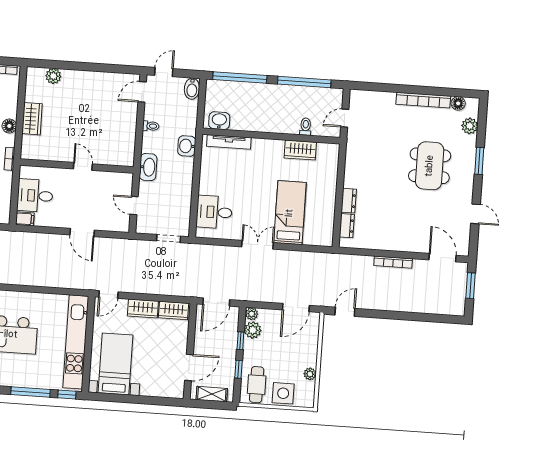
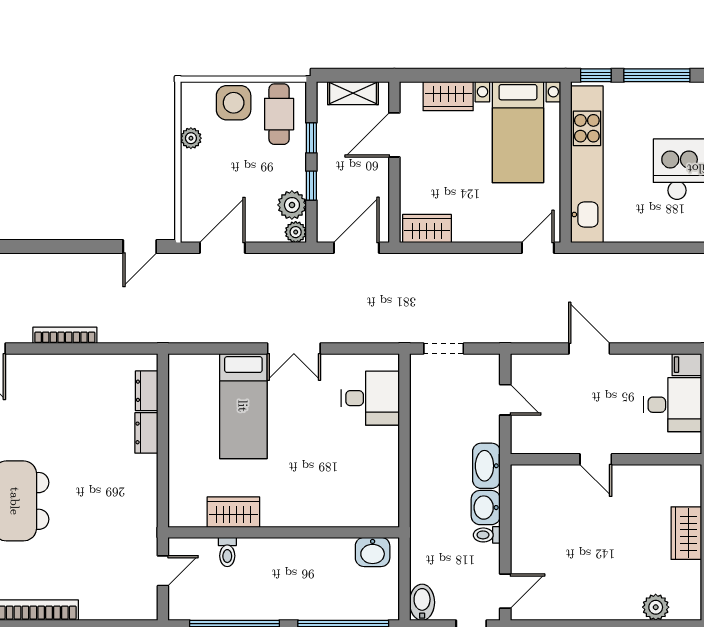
tv unit: (229, 142) -> (354, 517), removed
washbasin: (187, 146) -> (486, 508), moved, turned 180
wardrobe: (143, 309) -> (448, 96), moved, turned 180

